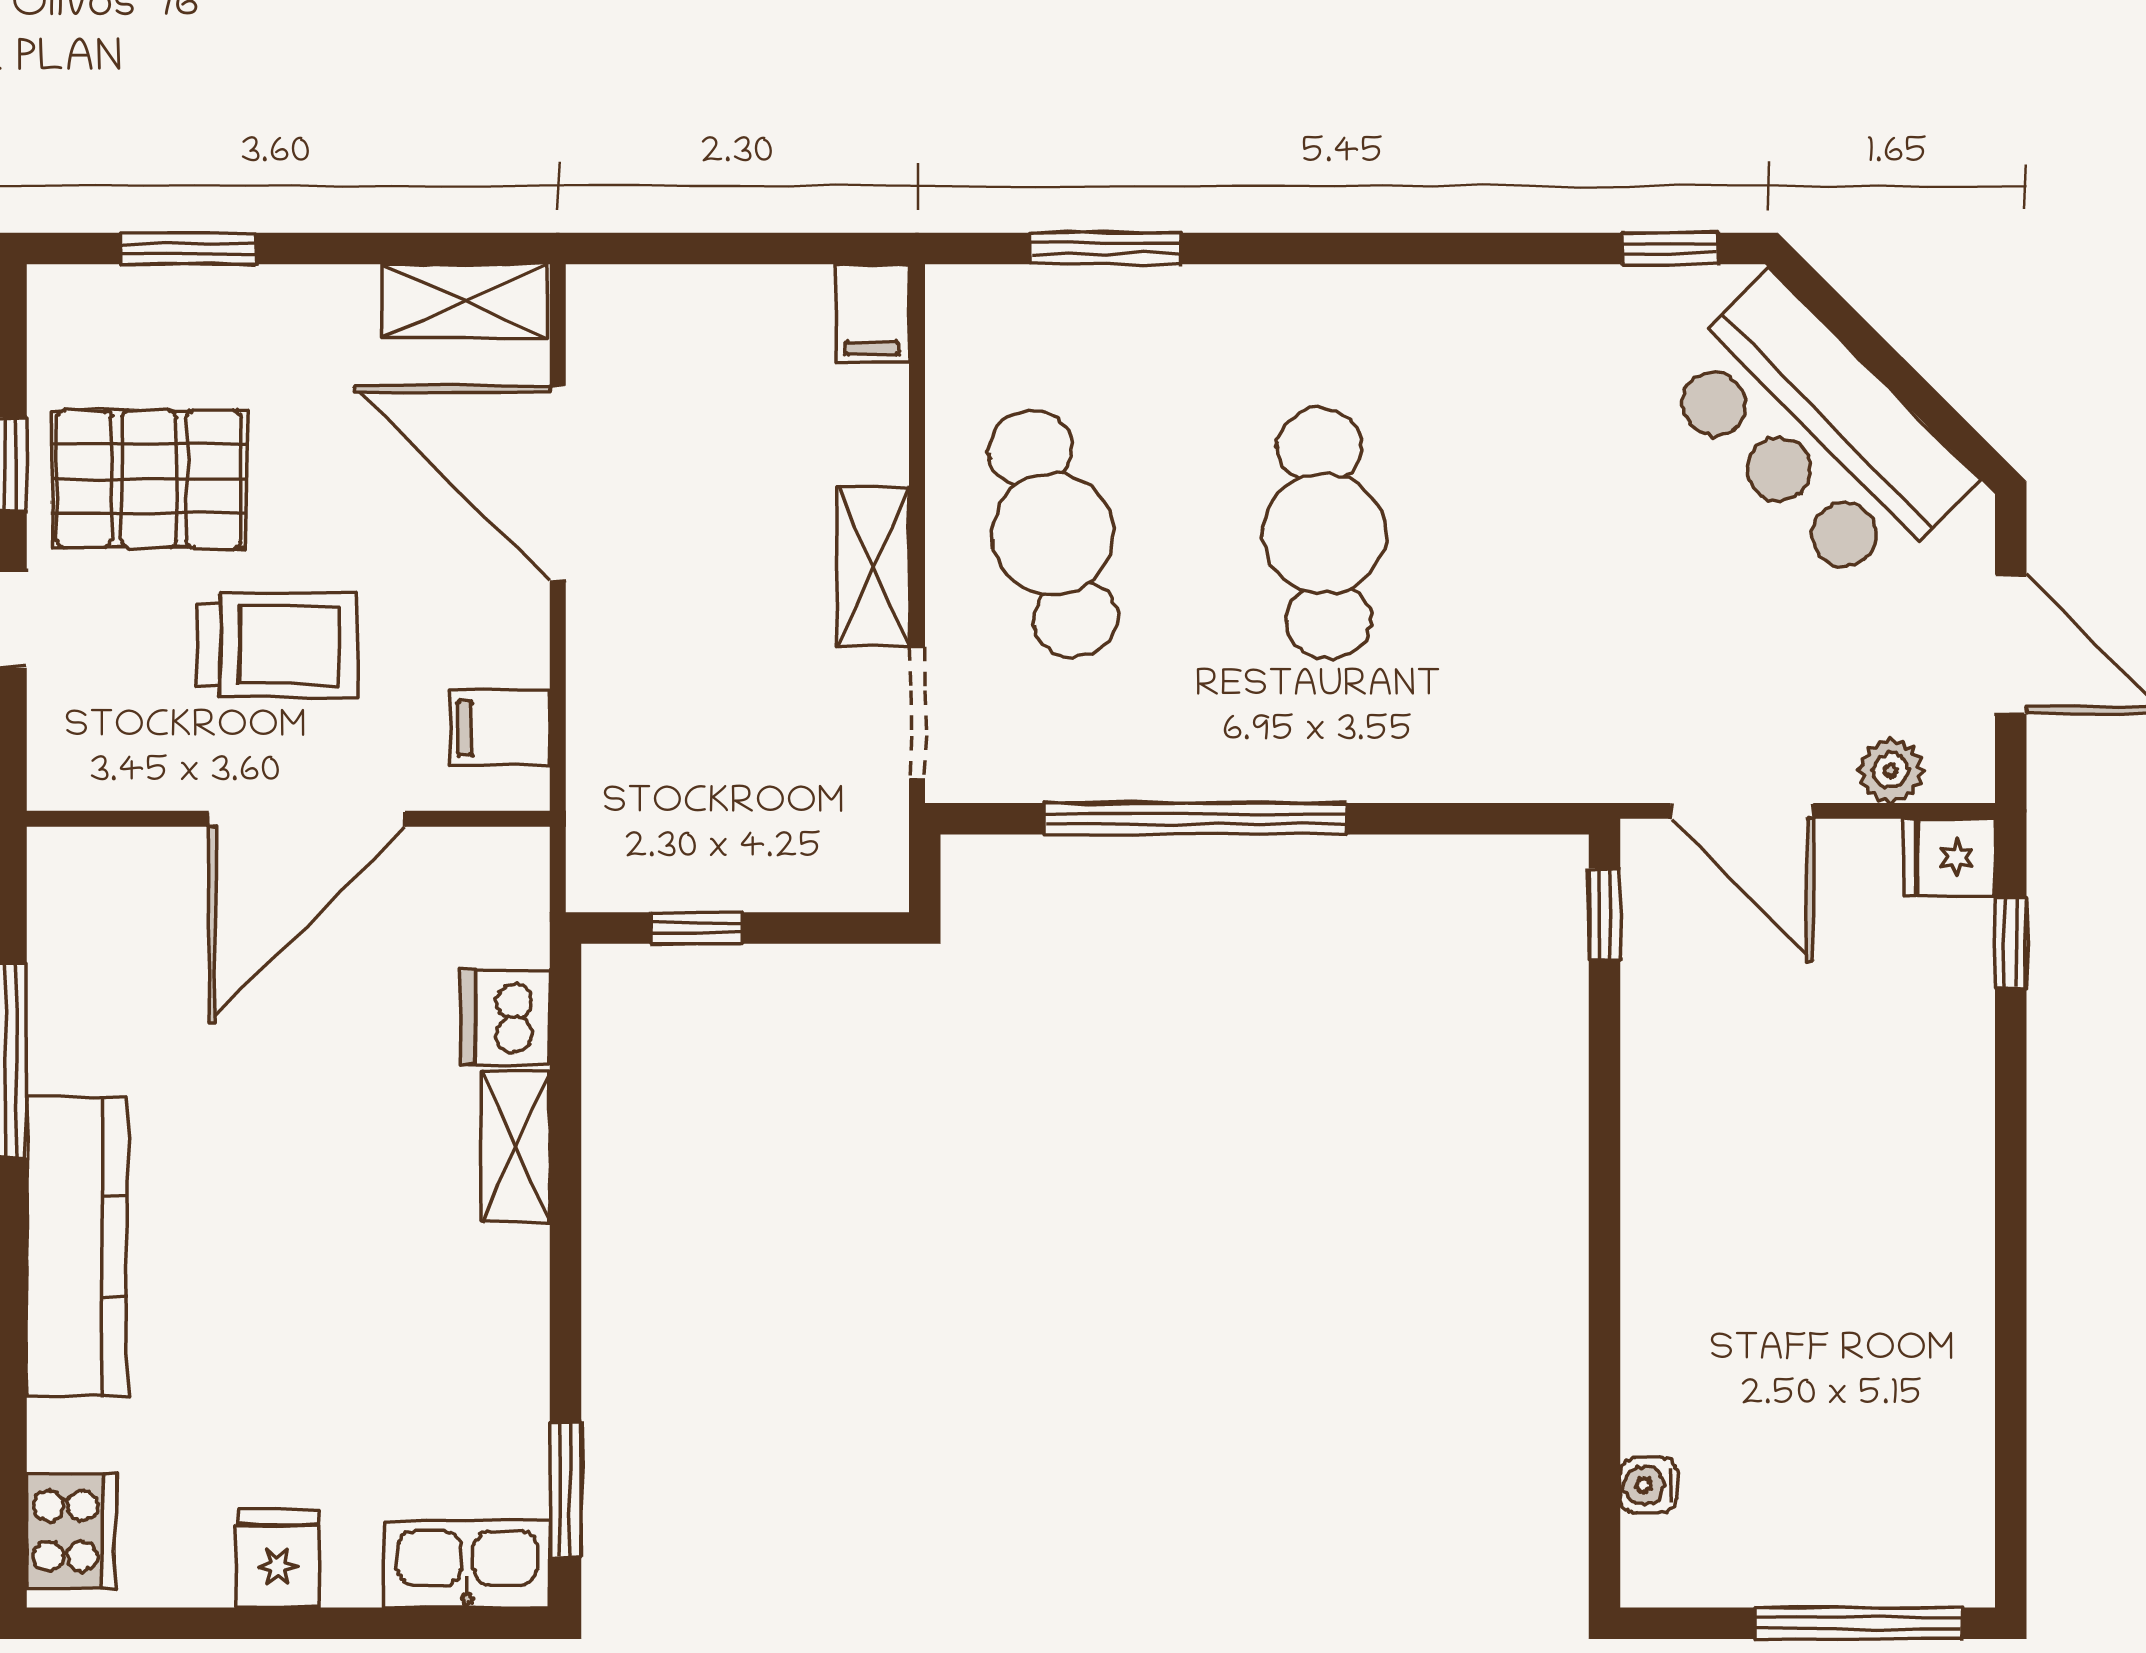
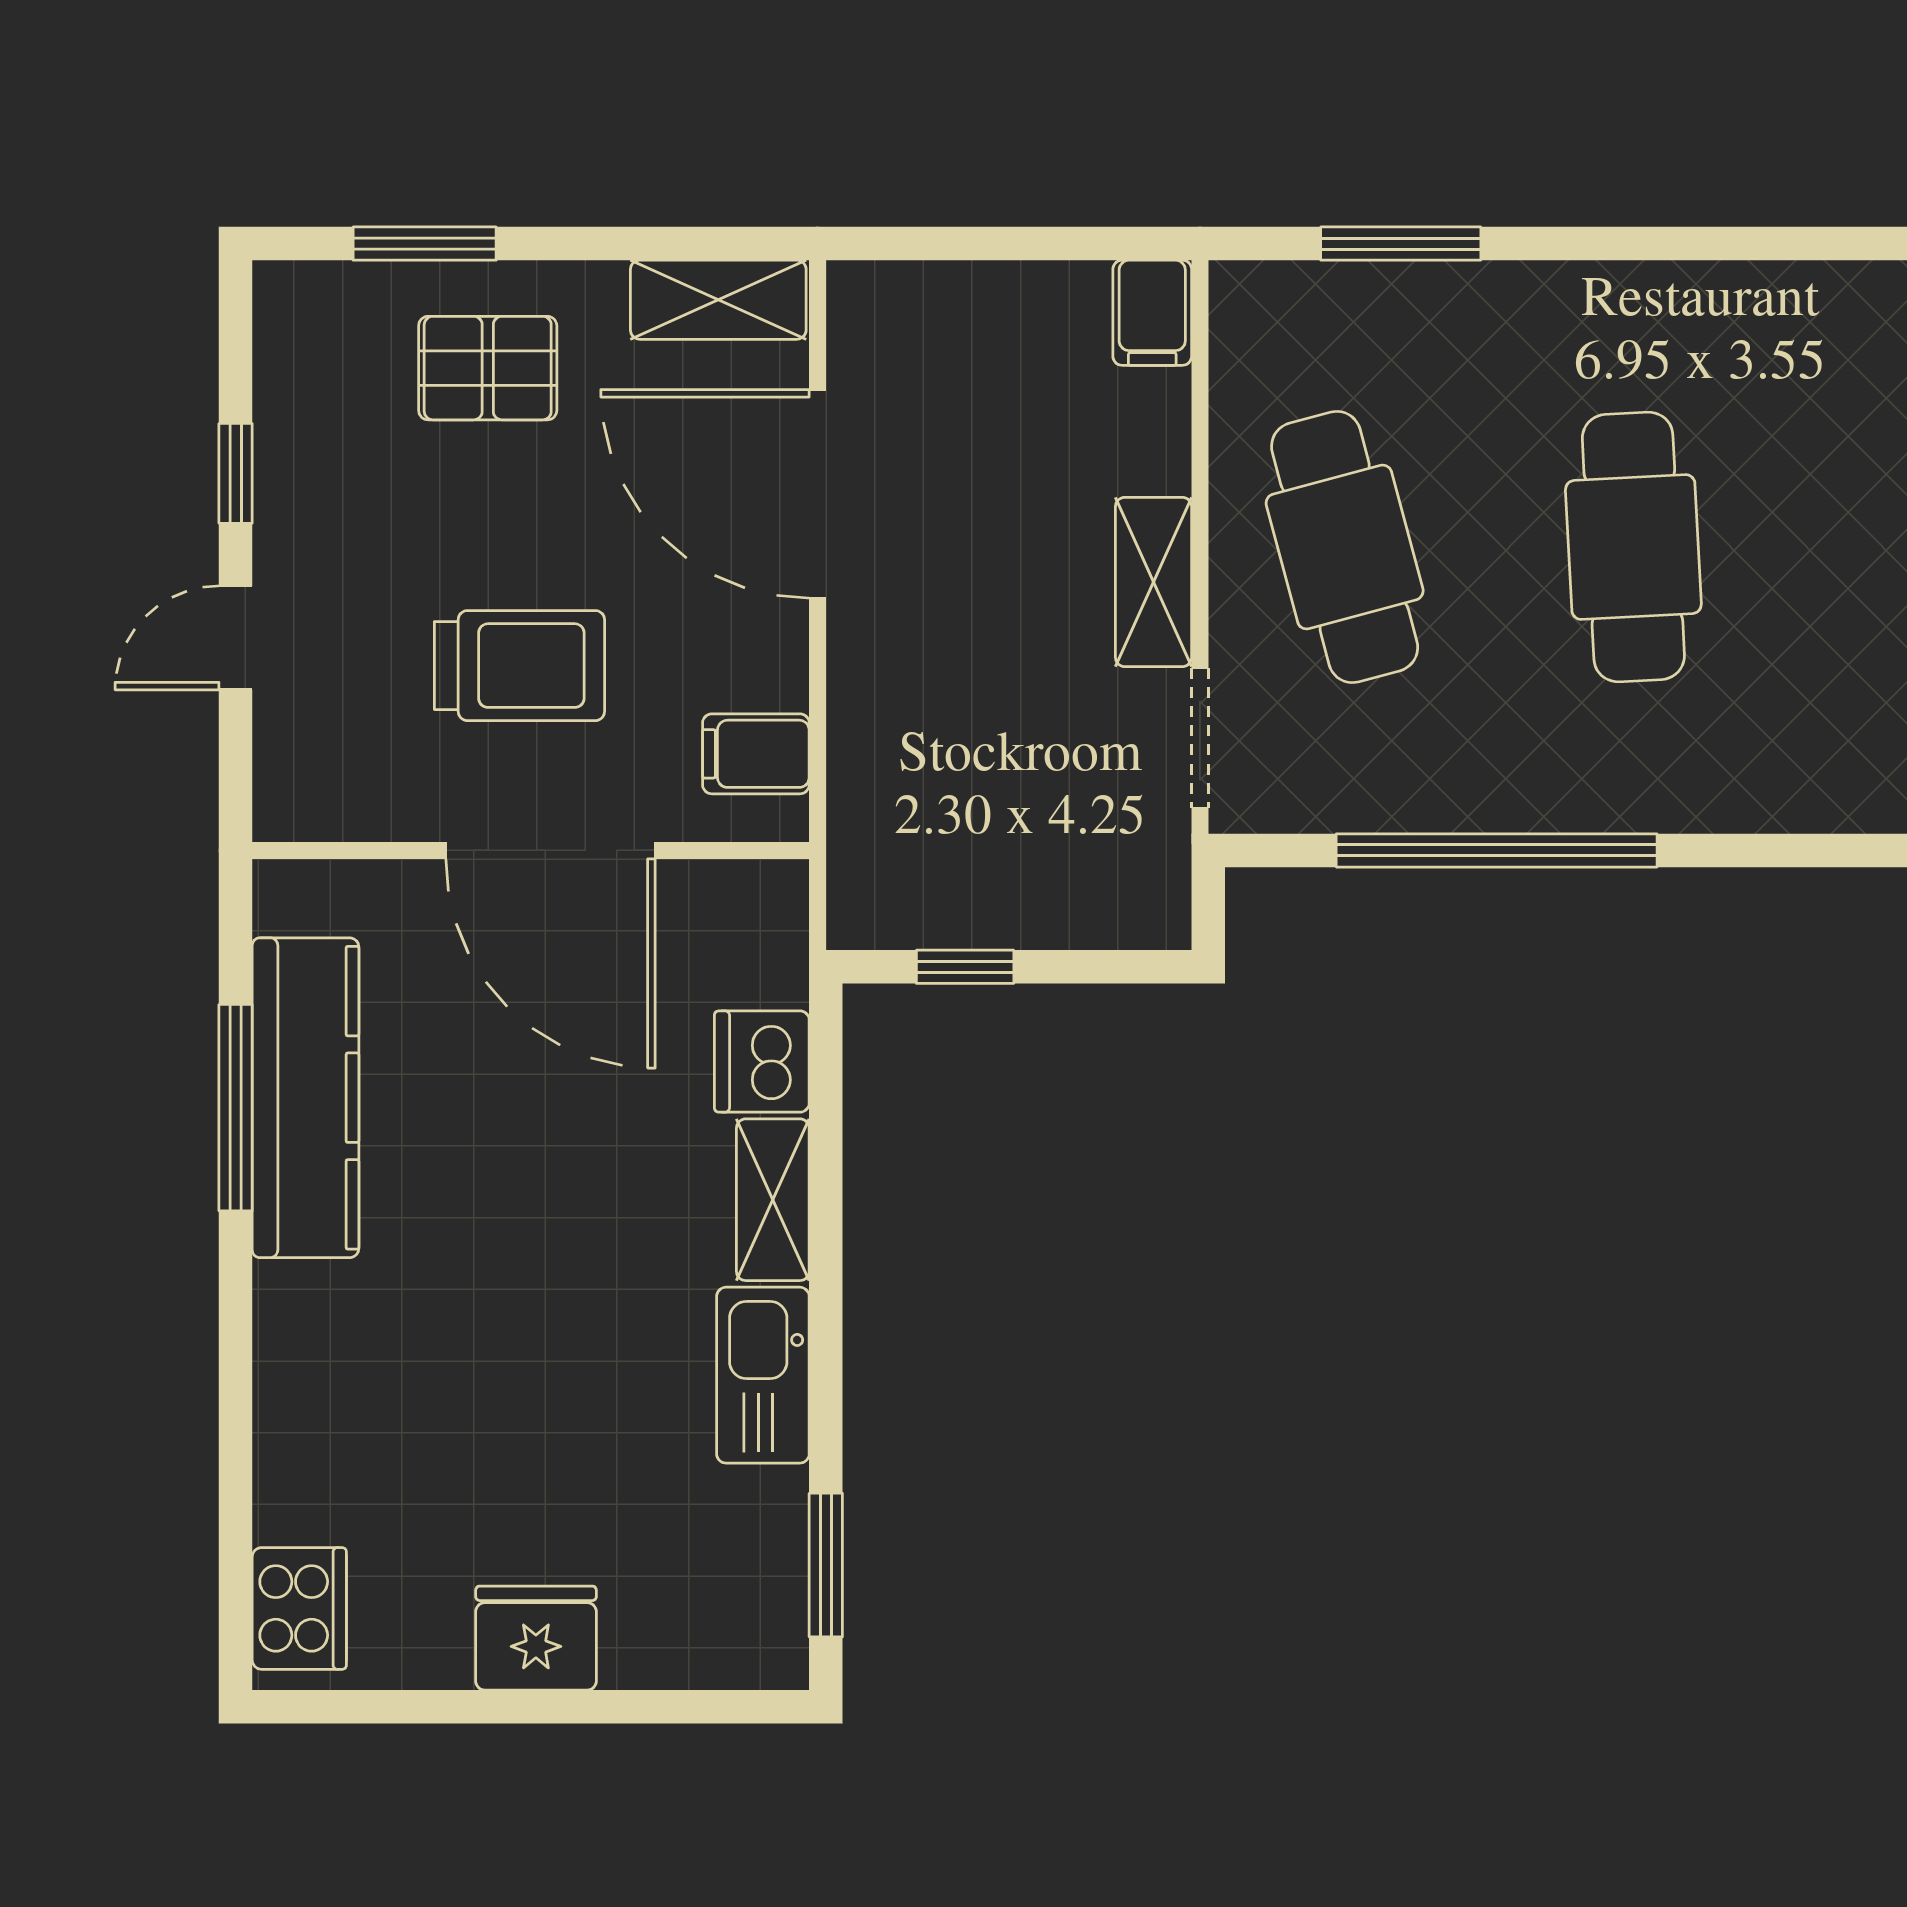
pallet: (149, 479) -> (488, 368), moved, width x0.67, depth x0.71
door: (307, 819) -> (551, 850), hinge flipped
kitchen counter: (77, 1247) -> (306, 1098), moved
fridge: (277, 1559) -> (536, 1638), width x1.38
kitchen sink: (467, 1564) -> (763, 1375), moved, turned -90

